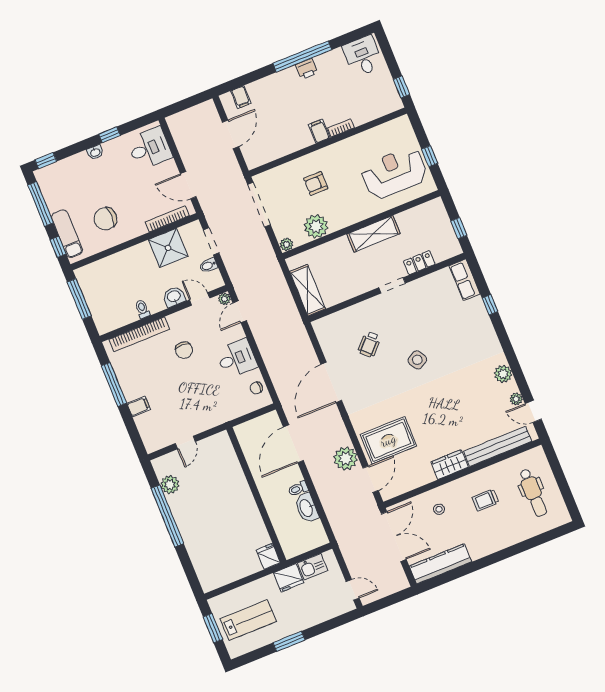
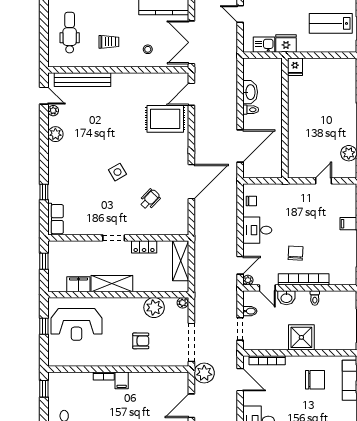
filing cabinet: (410, 218) -> (78, 284), added
shower: (168, 248) -> (301, 337), moved
locker: (419, 263) -> (144, 247), moved
bookcase: (139, 334) -> (304, 279), moved
plant: (346, 458) -> (204, 373), moved
wardrobe: (450, 465) -> (125, 81), removed

